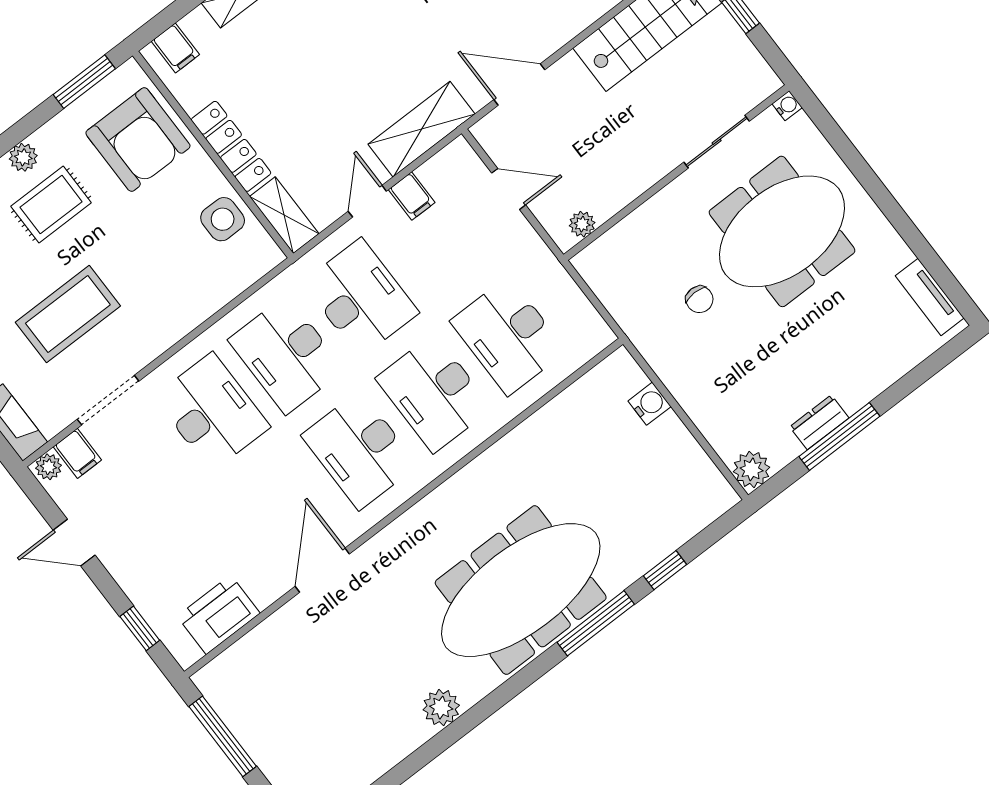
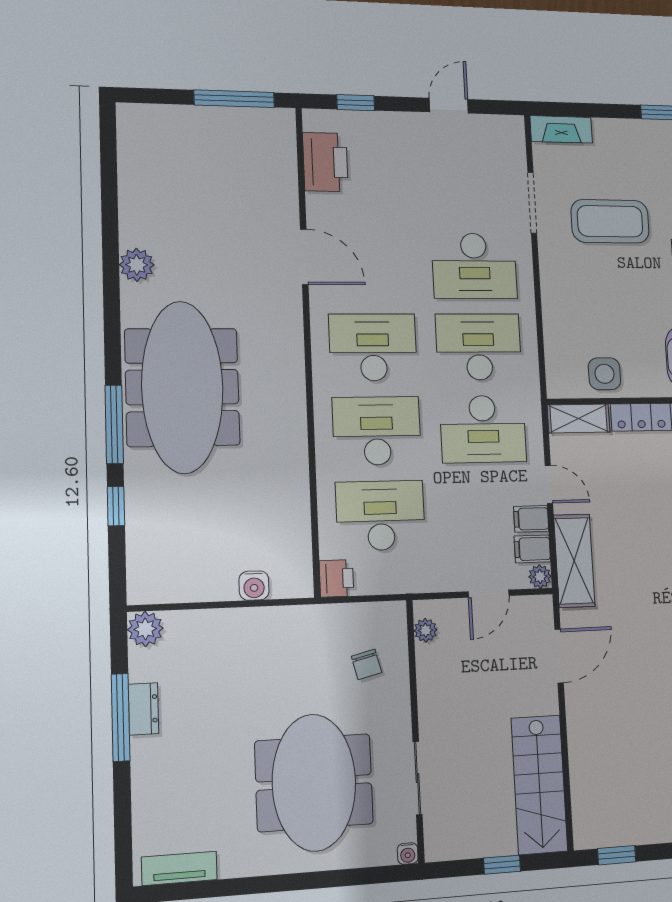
chair: (699, 299) -> (367, 664), moved, turned -104
coffee table: (68, 314) -> (610, 221), turned 90
printer: (592, 336) -> (336, 578), added
filing cabinet: (77, 453) -> (532, 549), moved
plant: (48, 467) -> (540, 577), moved

